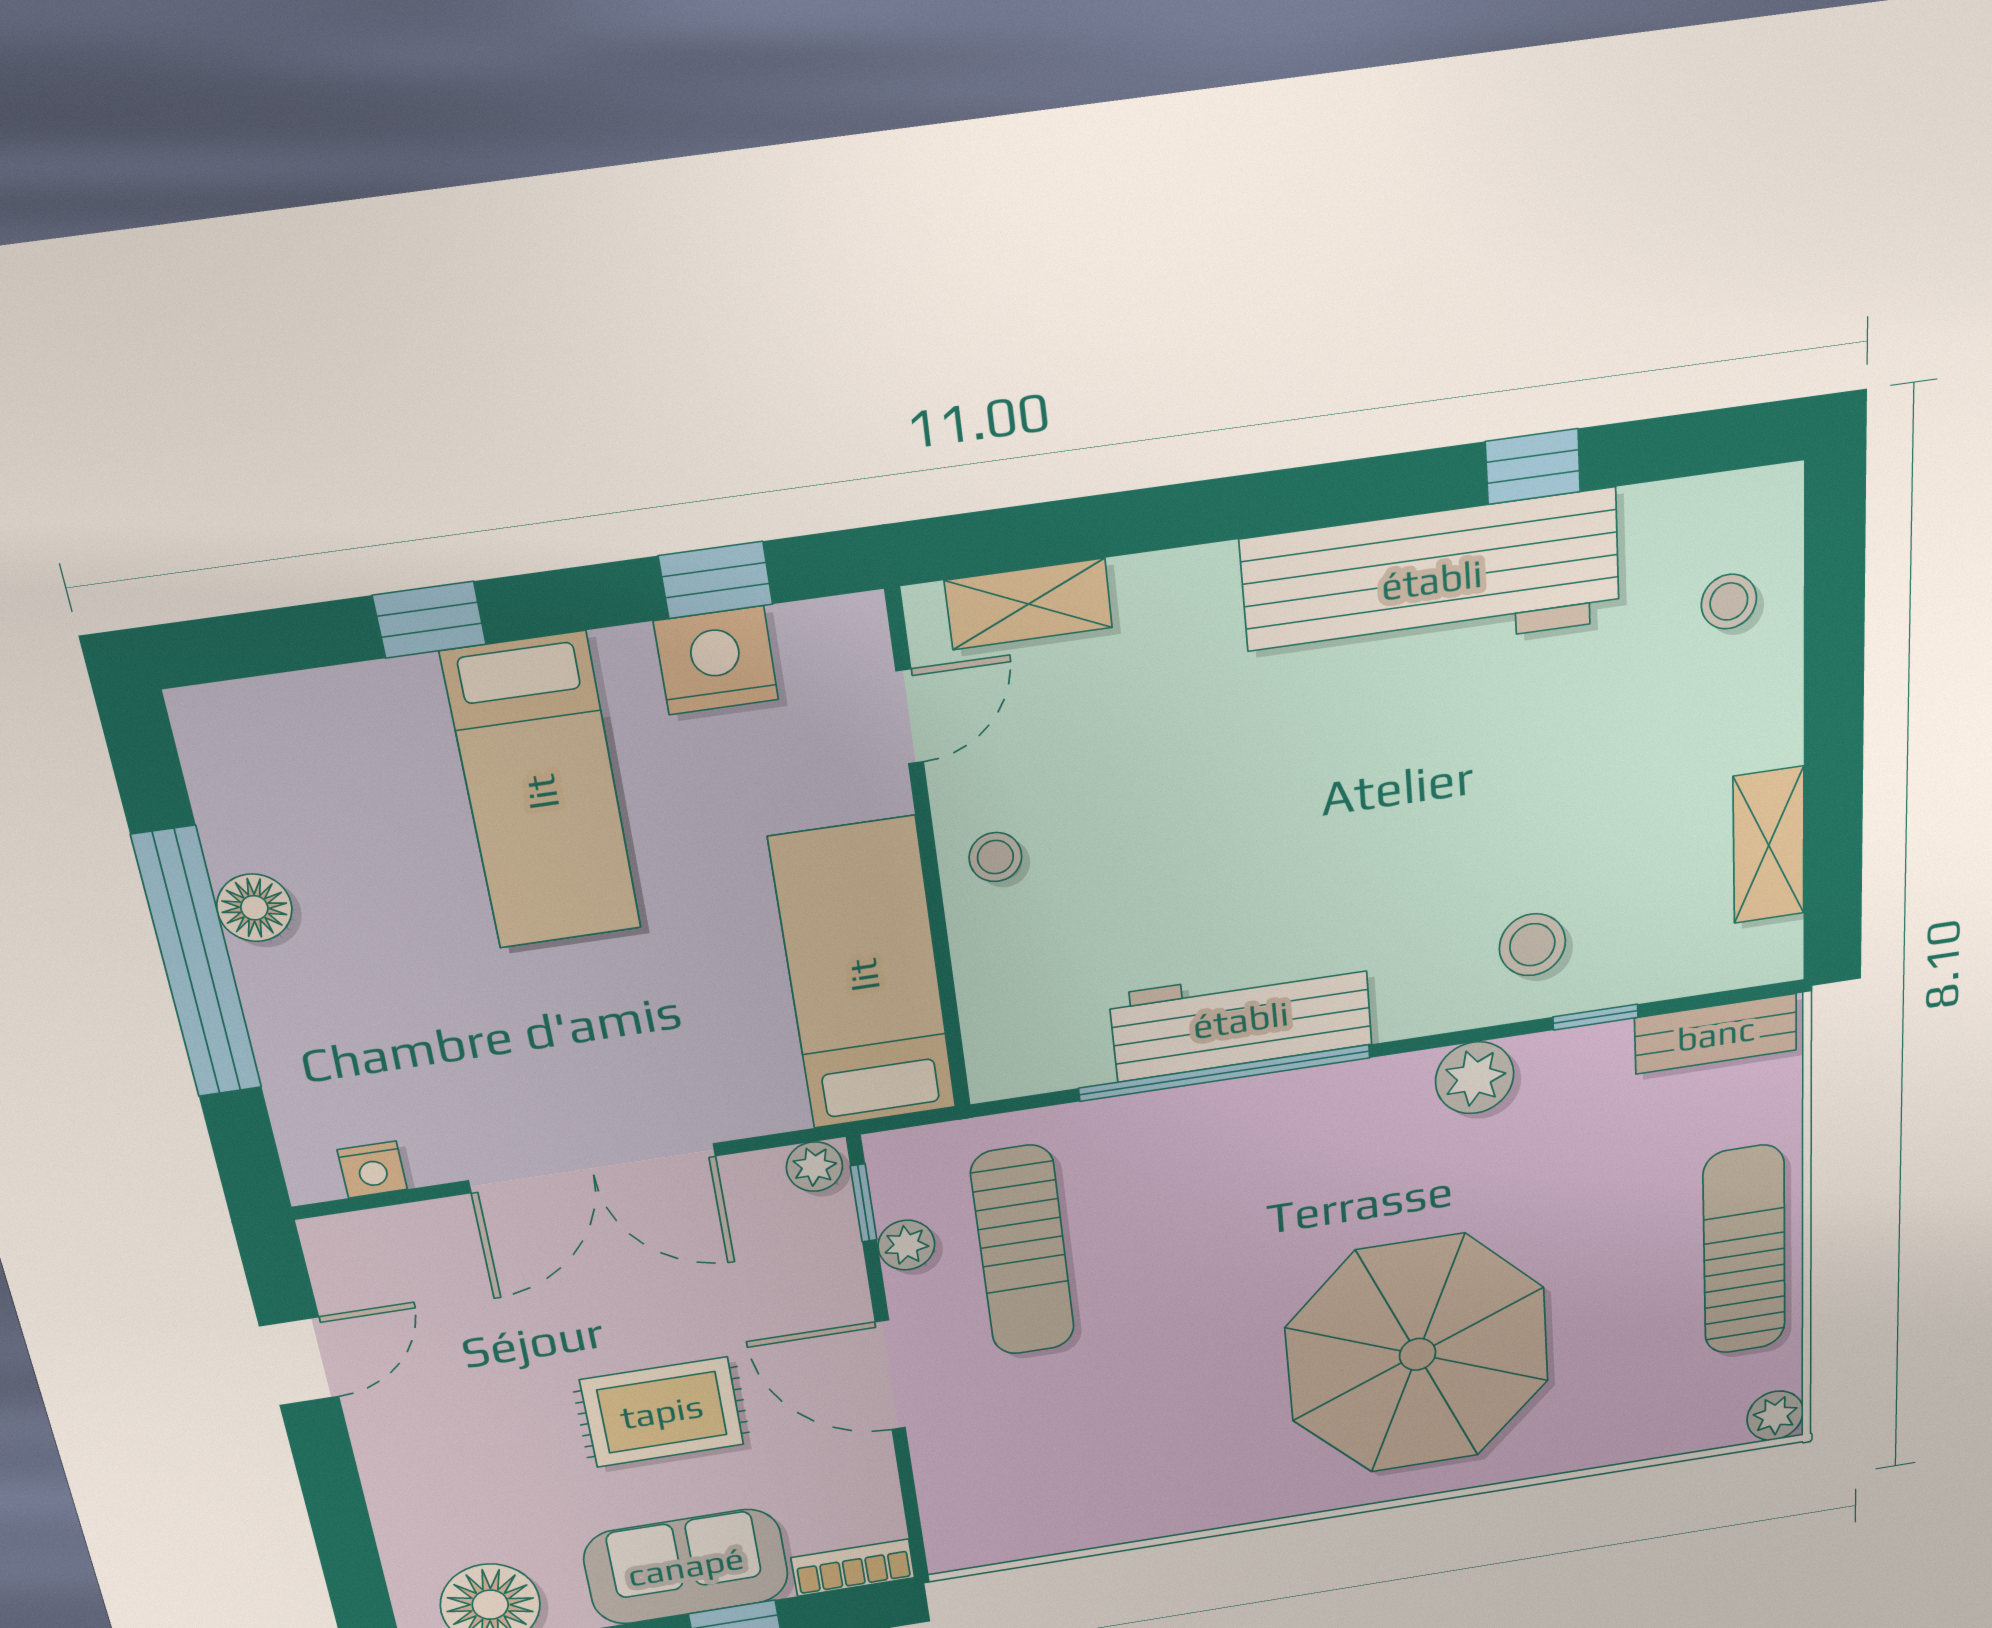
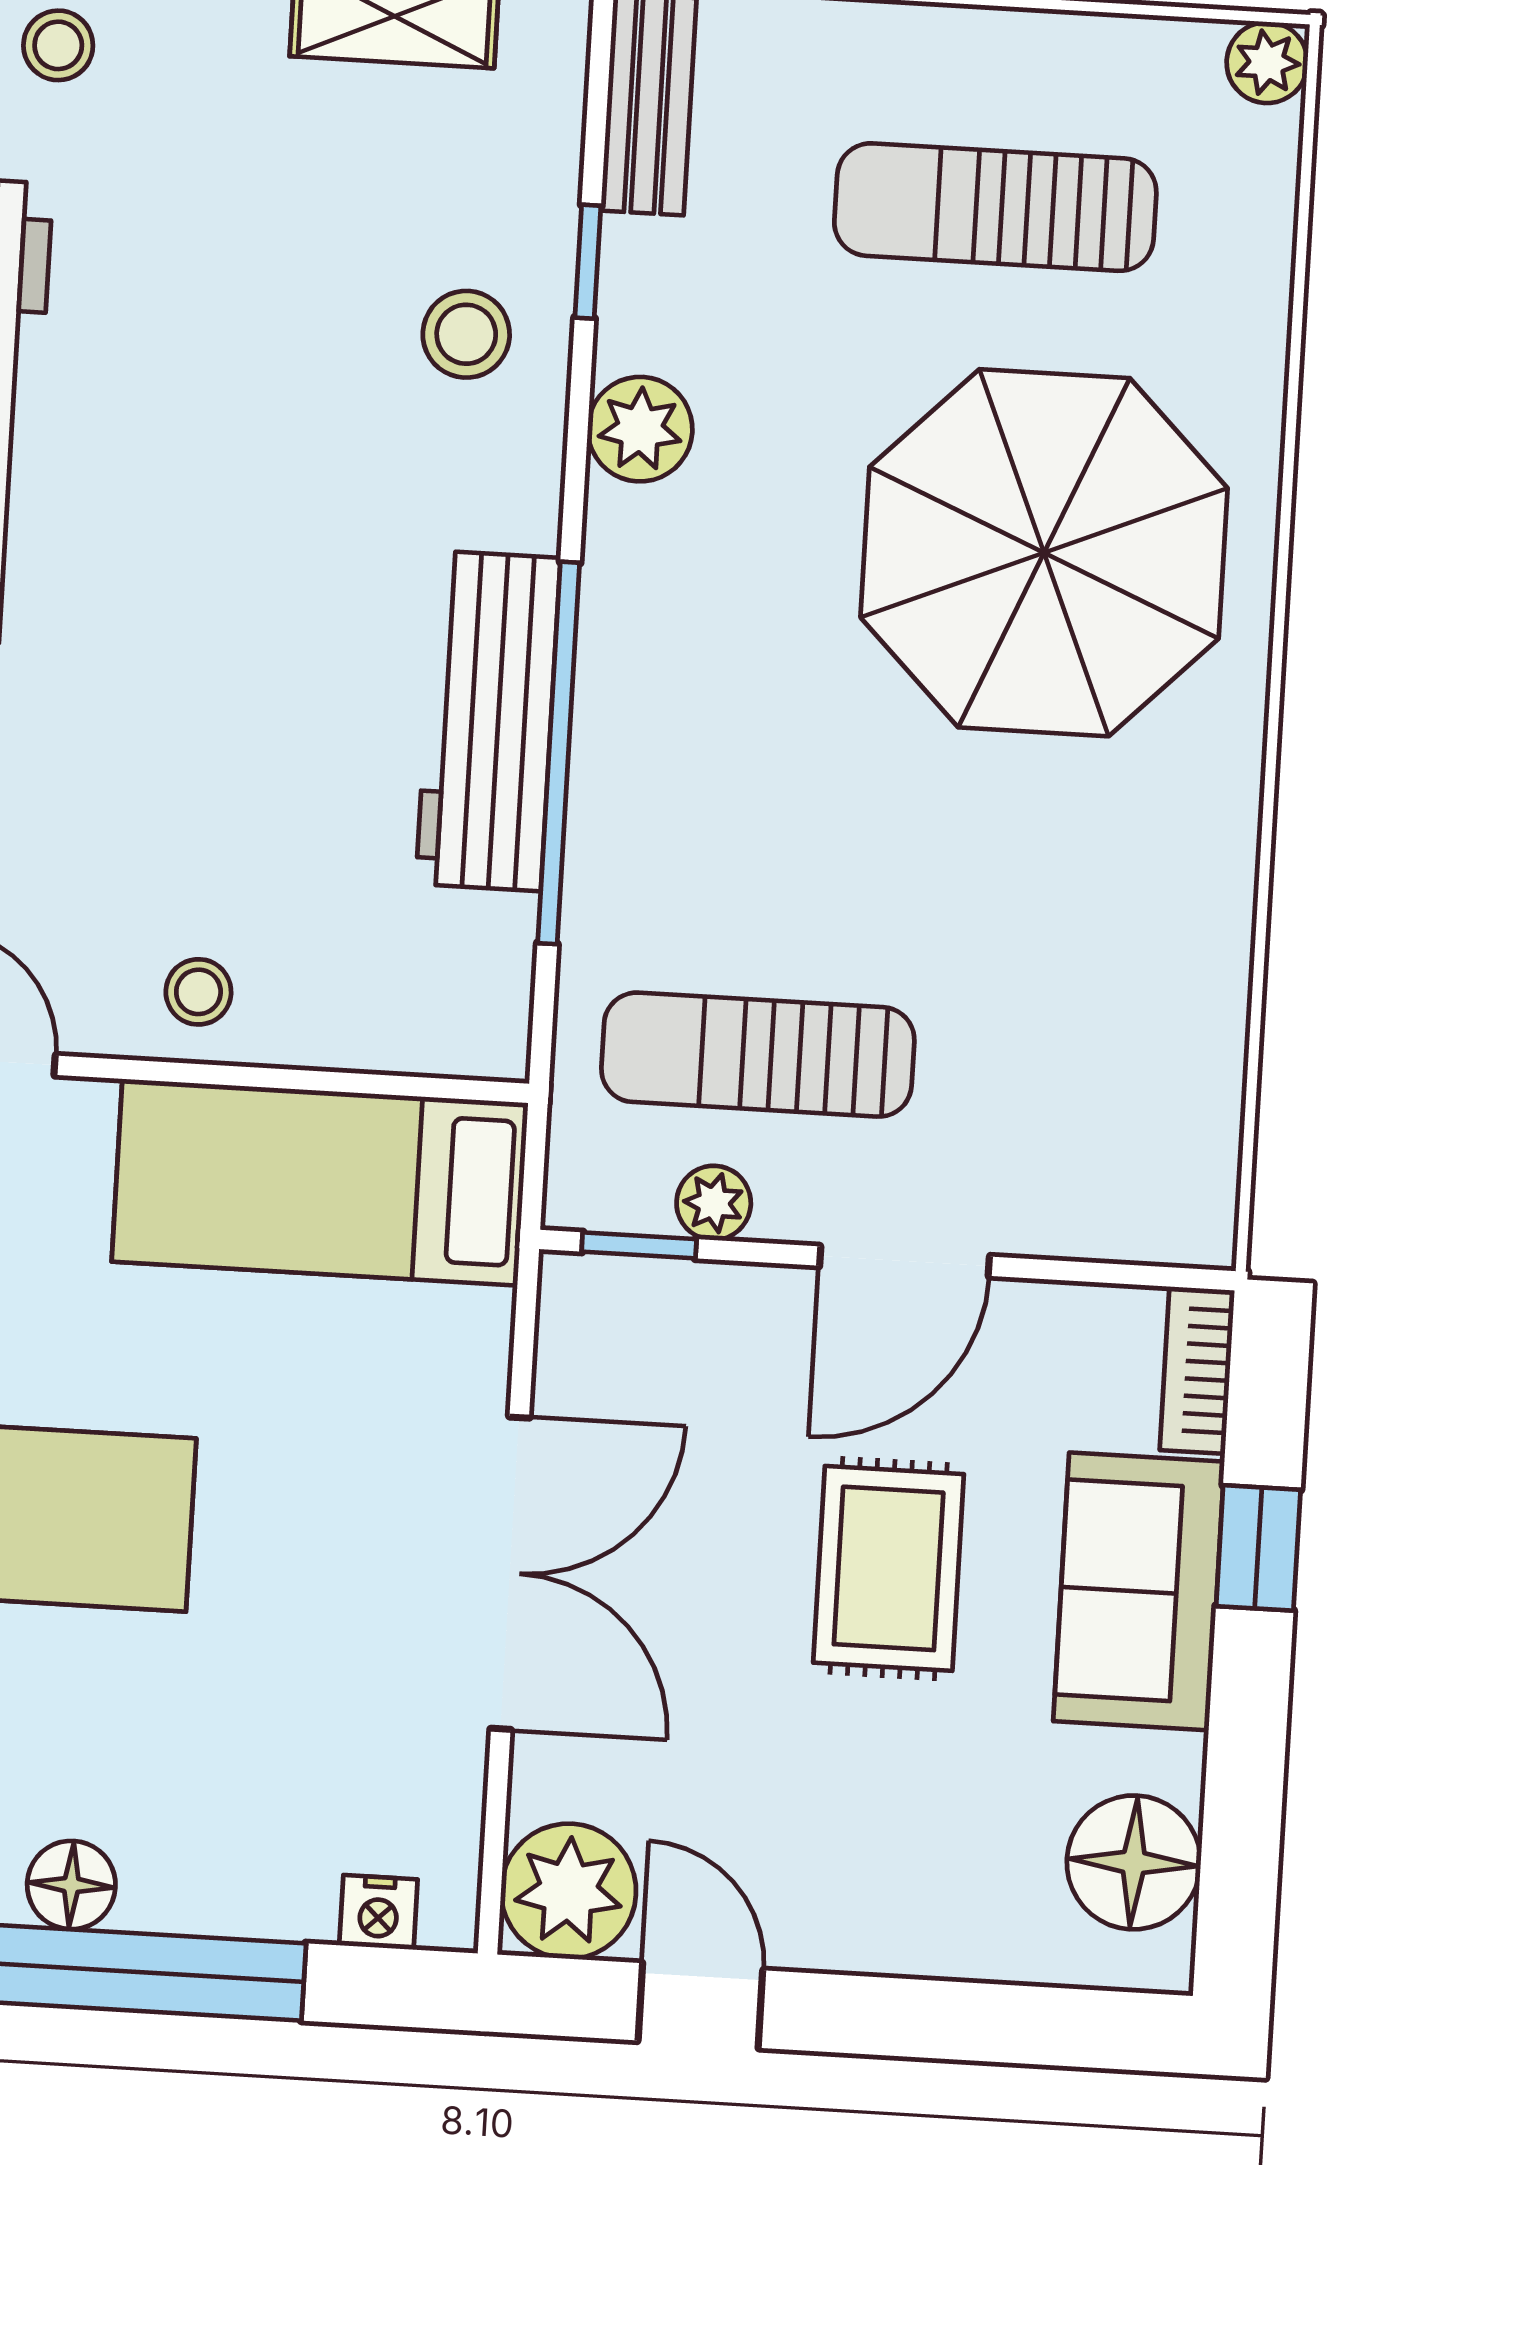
plant: (814, 1167) -> (569, 1891), moved, width x1.88, depth x1.88
nightstand: (372, 1170) -> (378, 1912), moved, turned 90
sun lounger: (1744, 1250) -> (995, 207), moved
sun lounger: (1023, 1251) -> (758, 1055), turned 180

